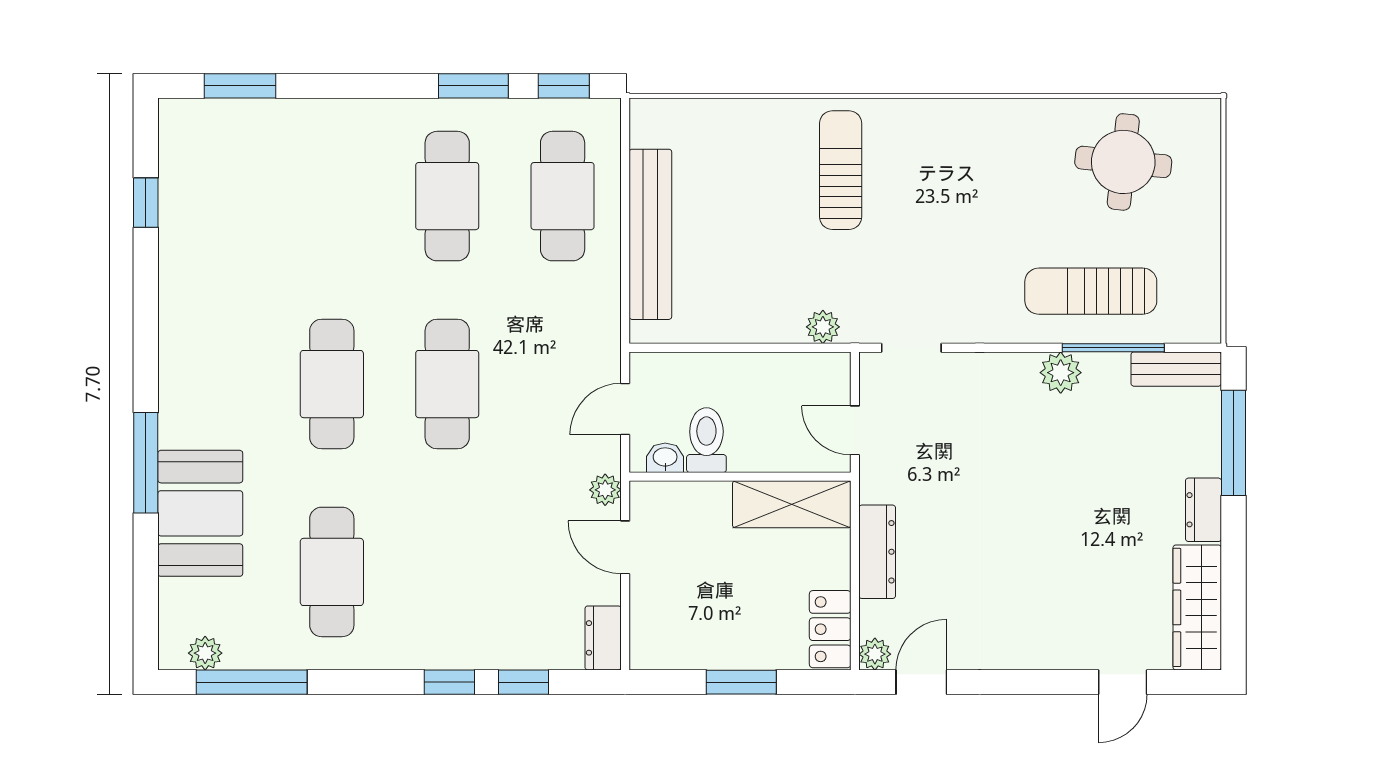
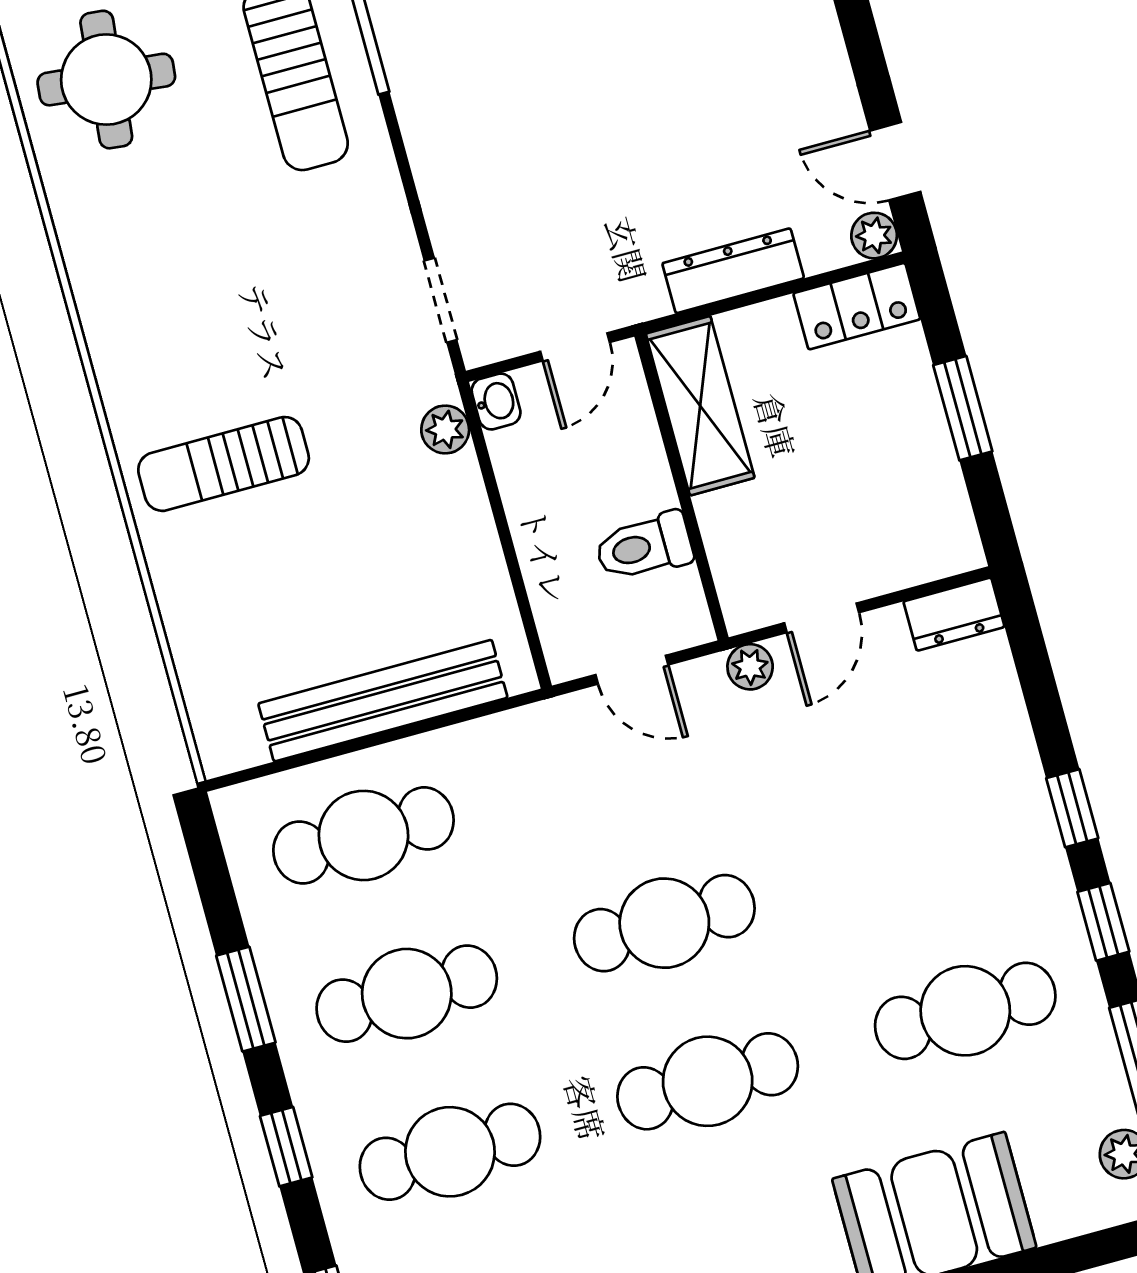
window: (564, 86) -> (286, 1147), moved
cafe table: (332, 196) -> (450, 1152), added
plant: (1061, 373) -> (419, 86), removed
washbasin: (665, 458) -> (496, 402), moved, turned 180
window: (523, 682) -> (1103, 922), moved

